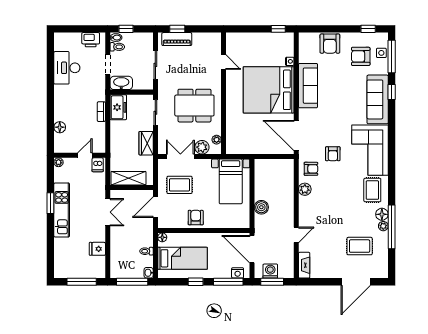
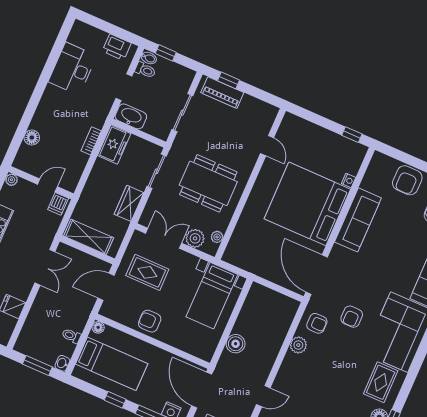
armchair: (196, 218) -> (150, 321), turned -90
window: (132, 282) -> (37, 366), width x0.69

